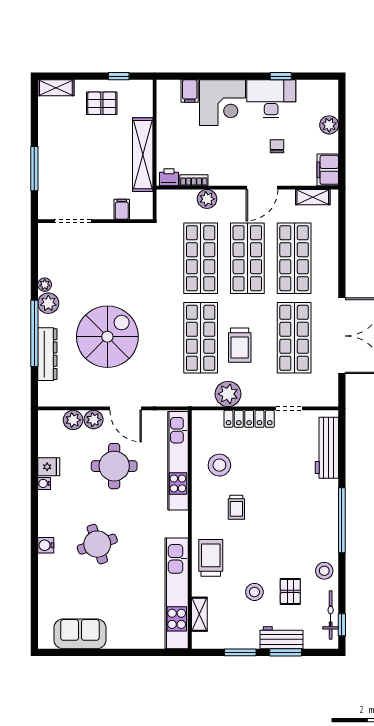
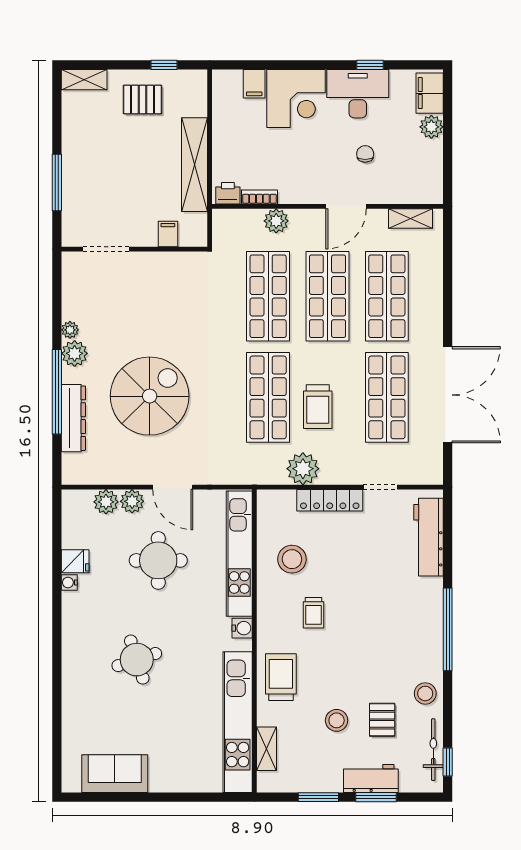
filing cabinet: (328, 170) -> (430, 93), moved
water cooler: (46, 545) -> (242, 628), moved, turned 180

